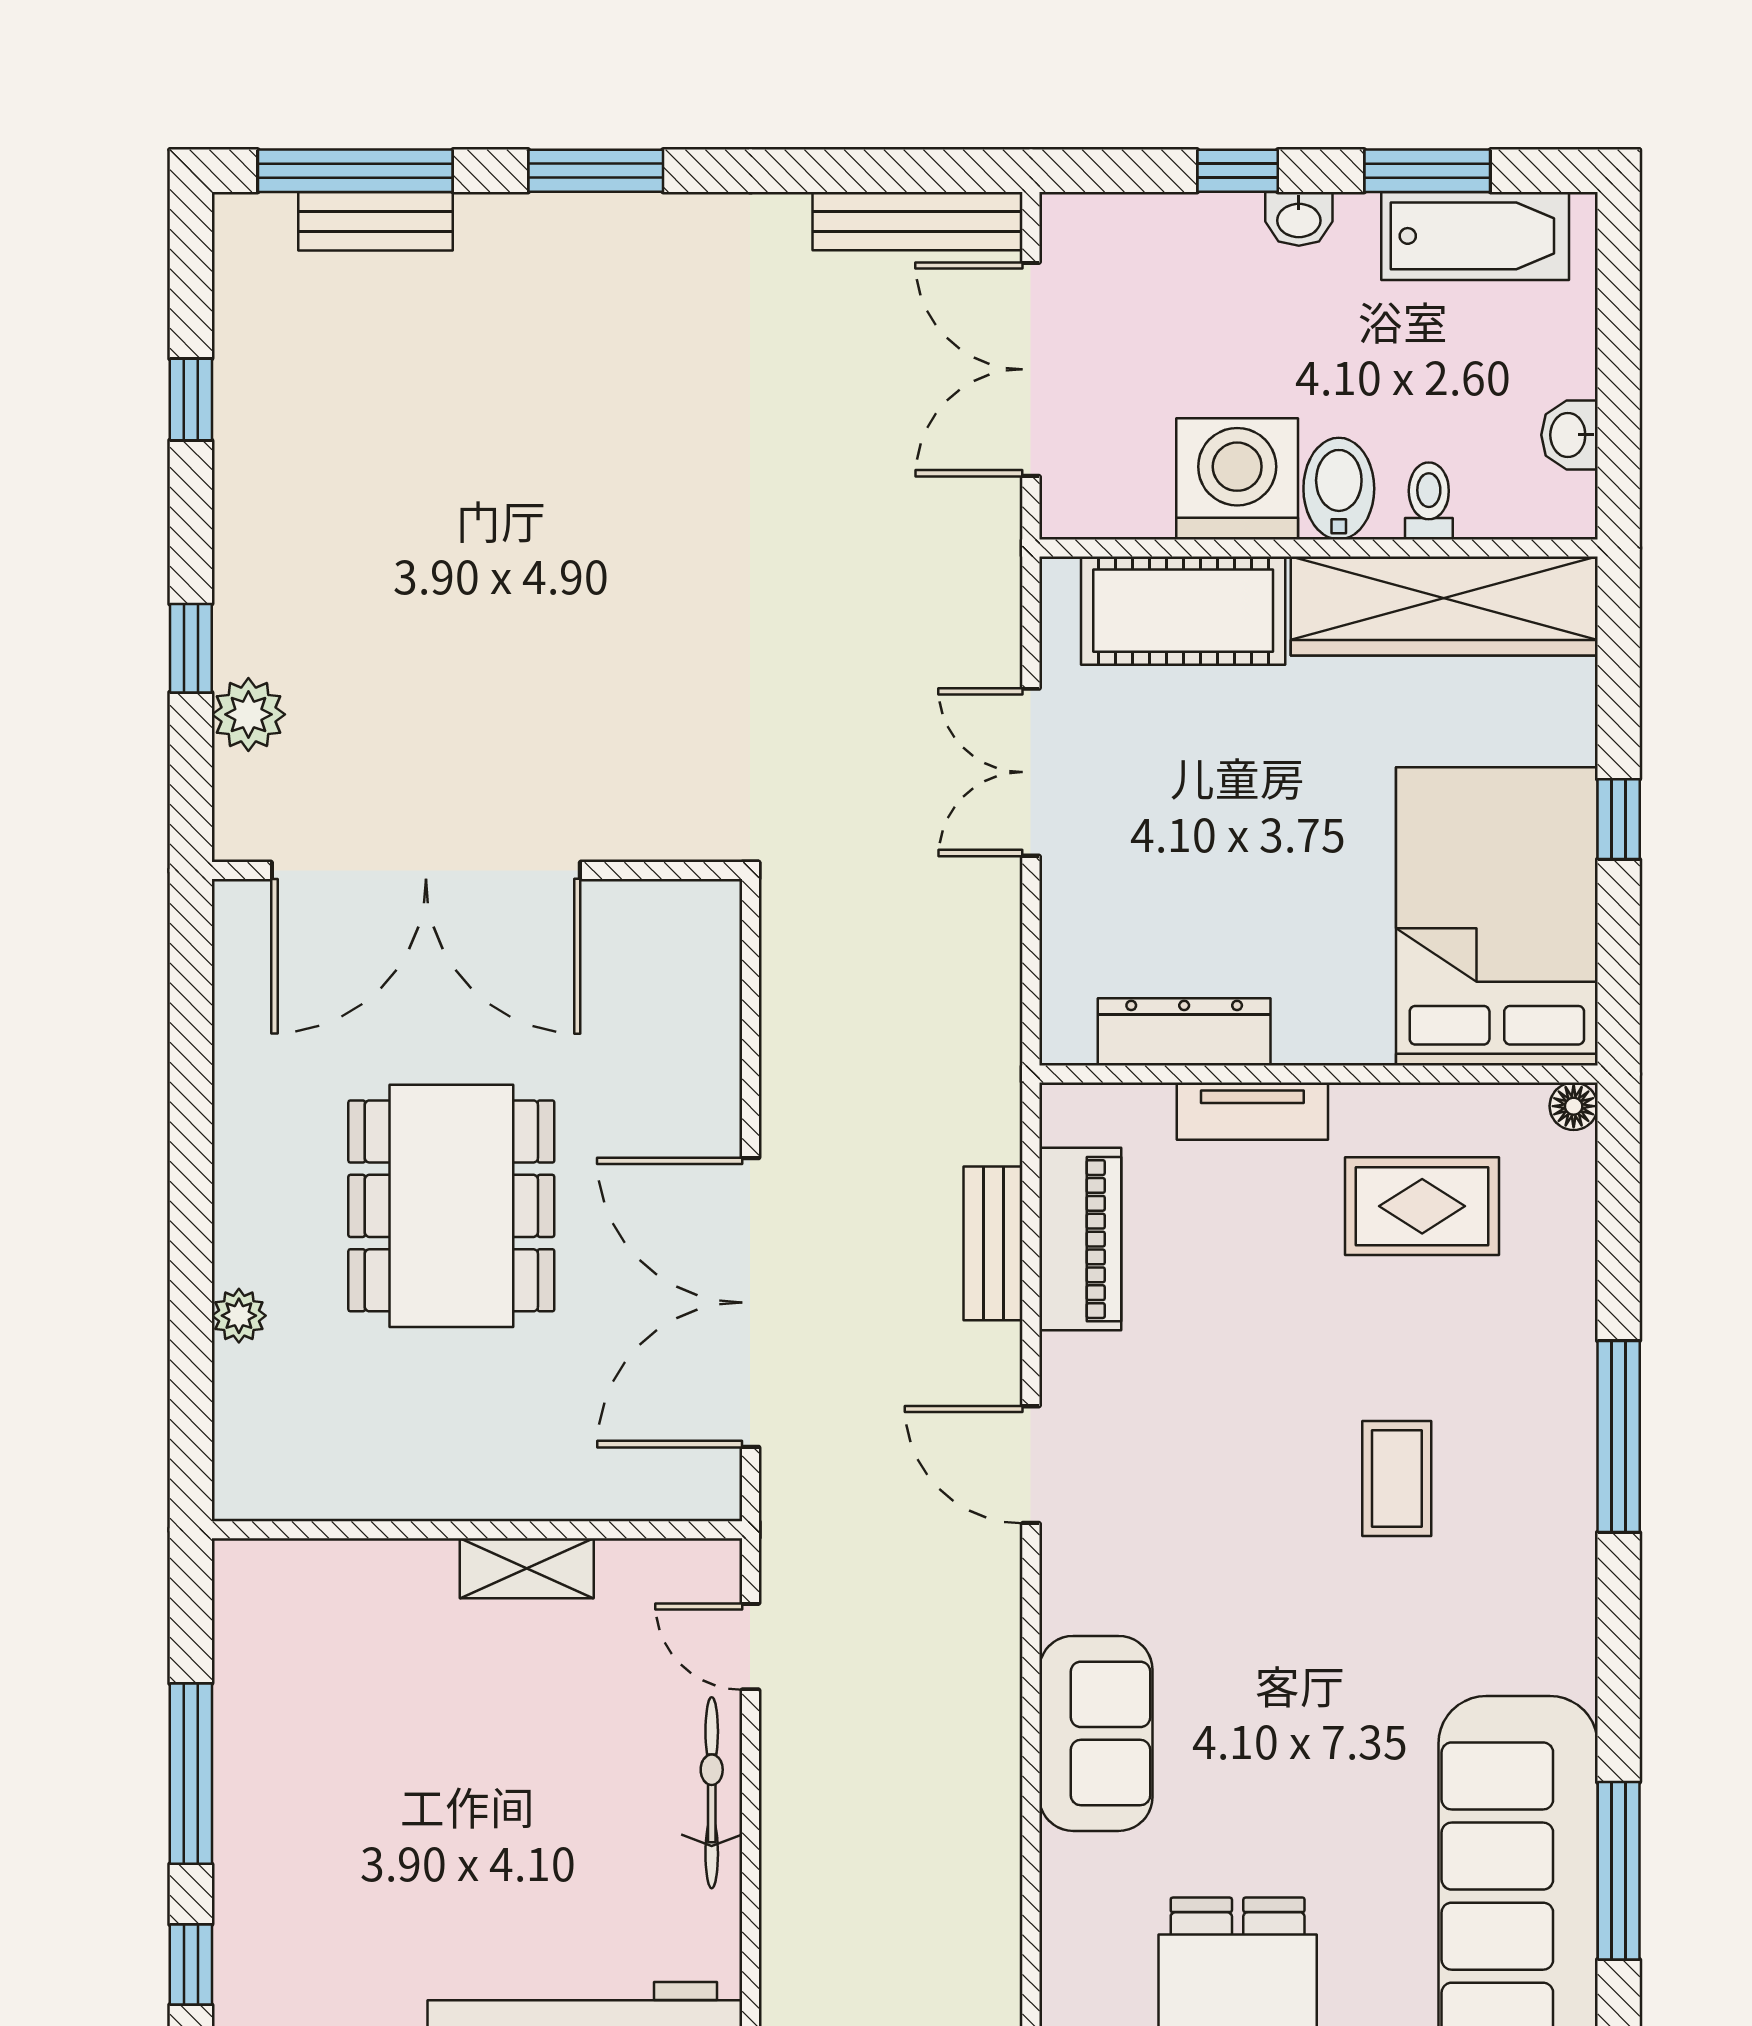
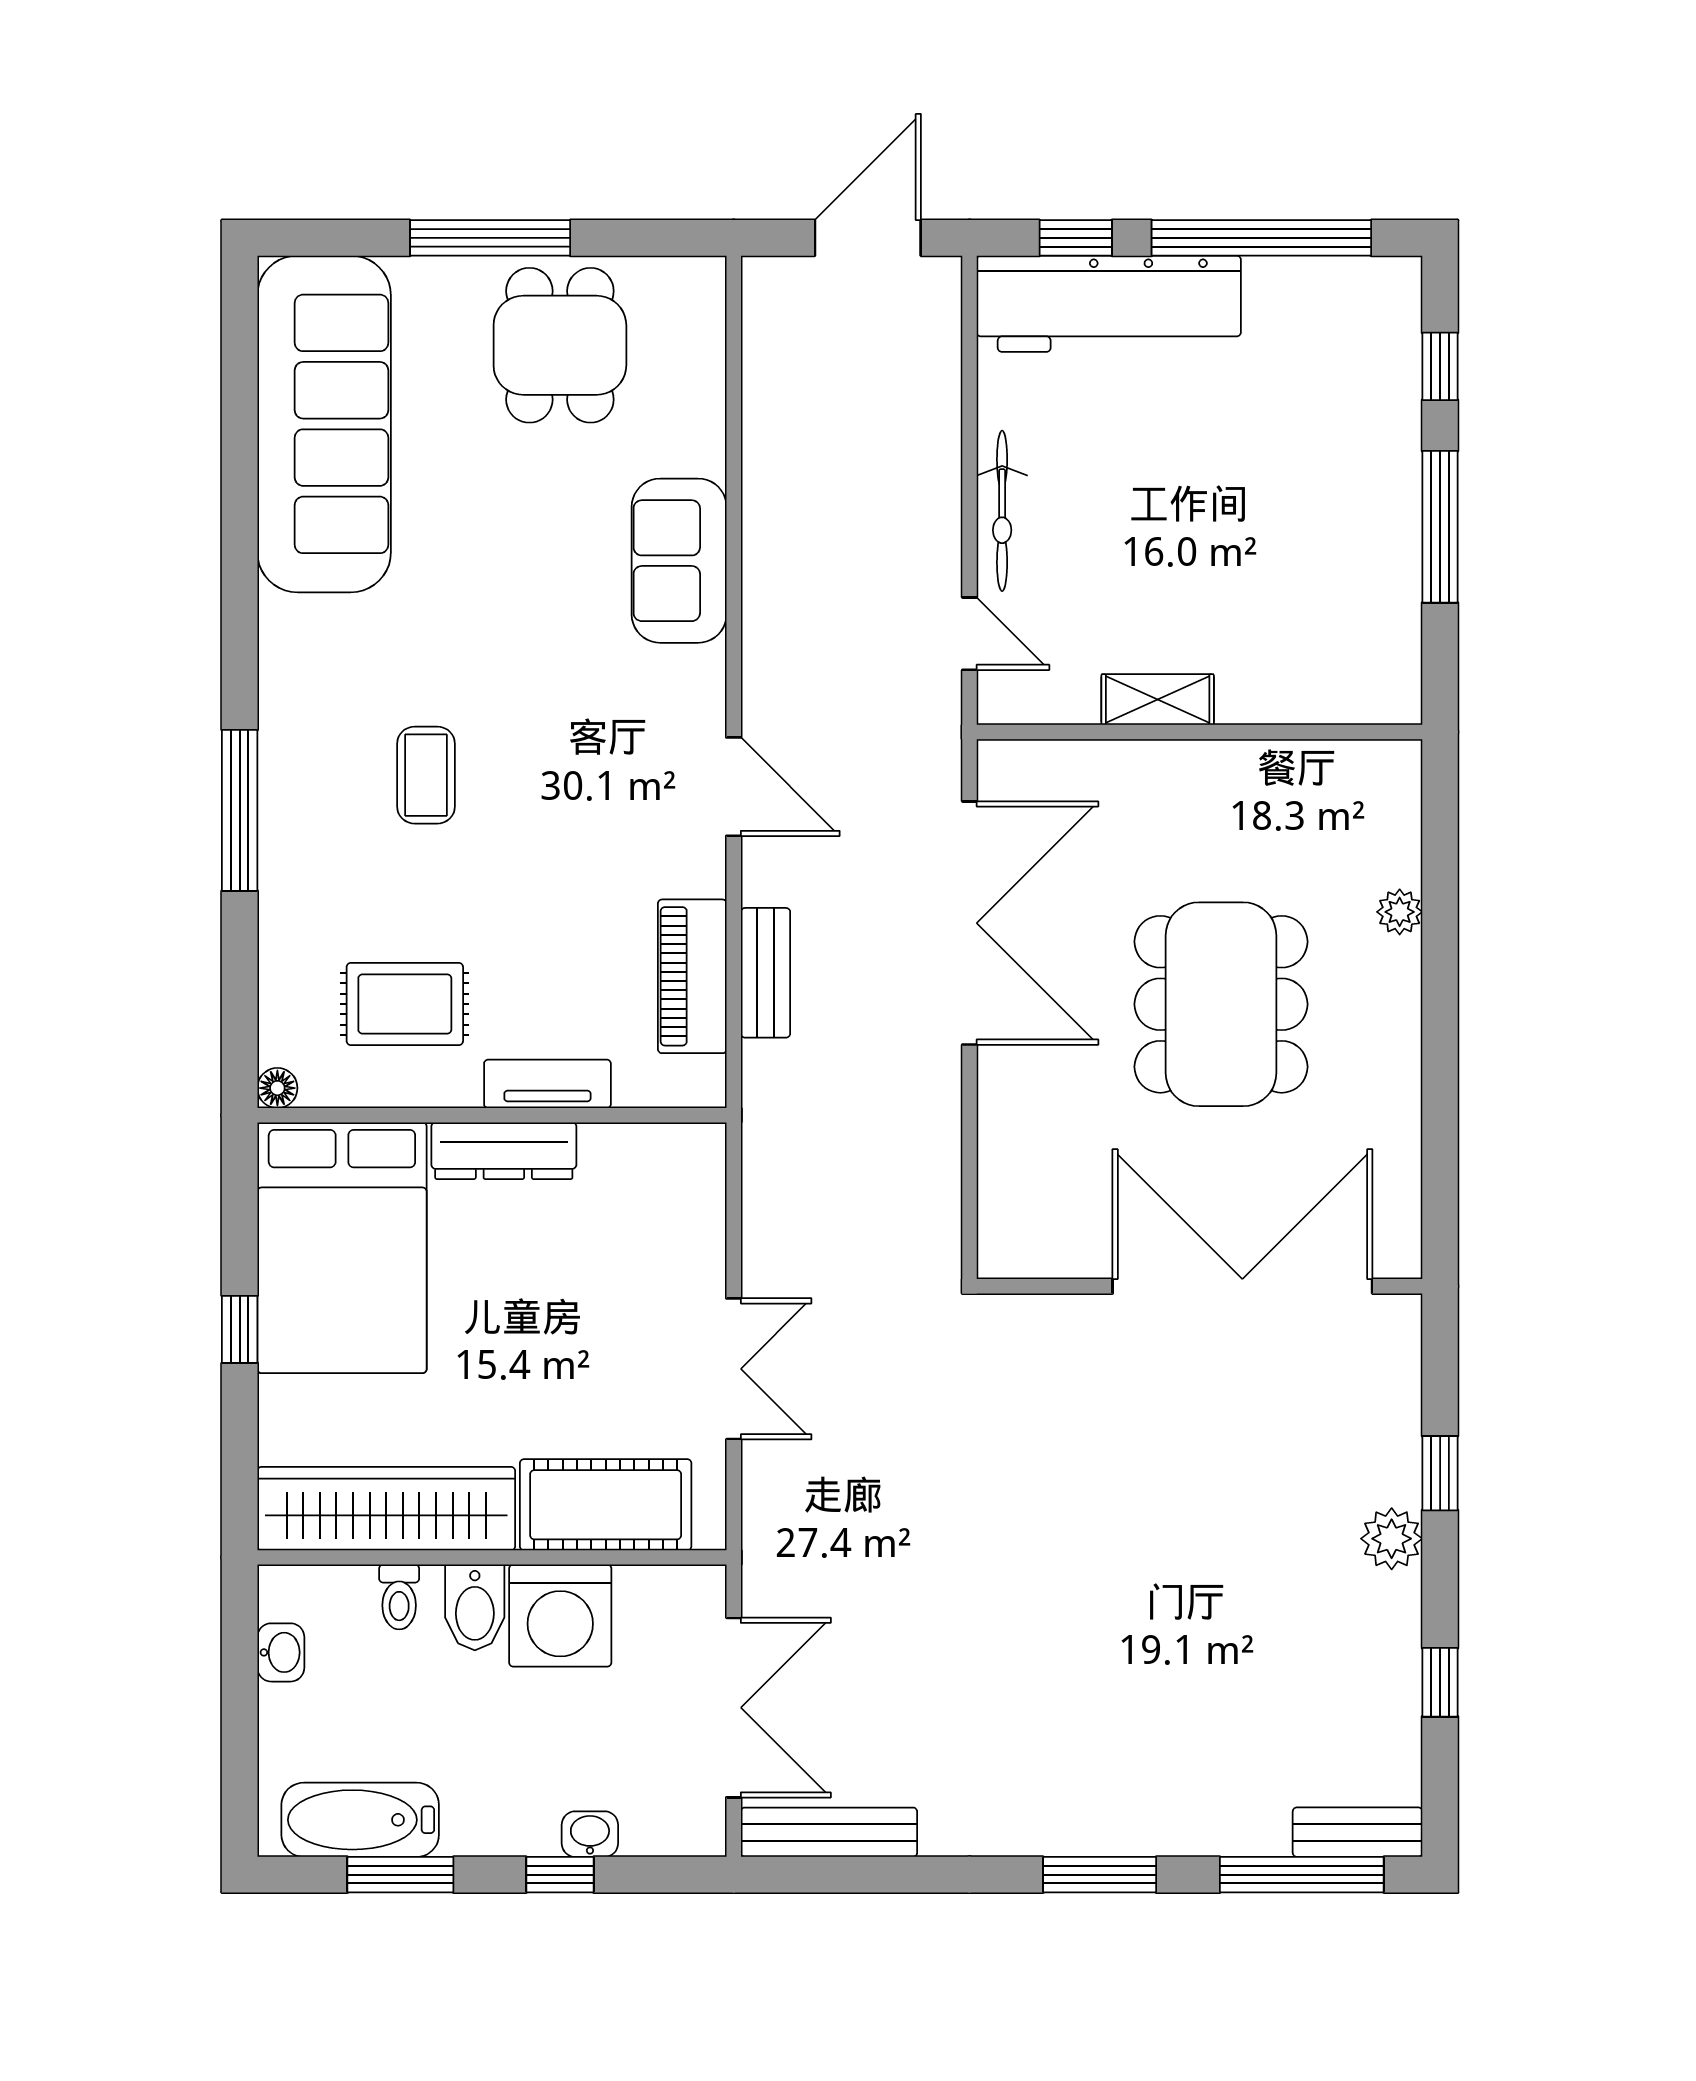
washbasin: (1299, 219) -> (590, 1834), moved
bench: (375, 221) -> (1358, 1832), moved
plant: (248, 714) -> (1392, 1539), moved
dresser: (1184, 1032) -> (504, 1151), moved
window: (1619, 1871) -> (240, 445), removed

